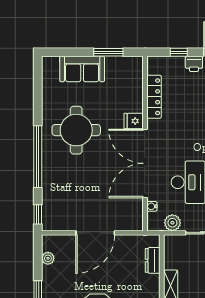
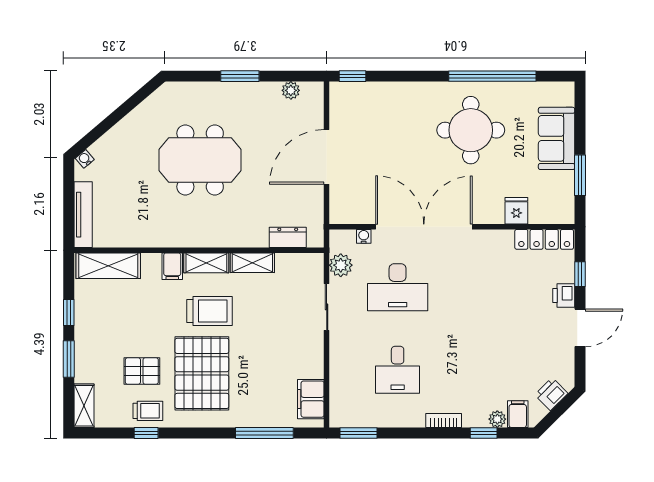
locker: (154, 97) -> (544, 239), moved
fridge: (134, 121) -> (516, 211), moved
window: (38, 157) -> (492, 76), moved
door: (95, 233) -> (327, 157), hinge flipped

